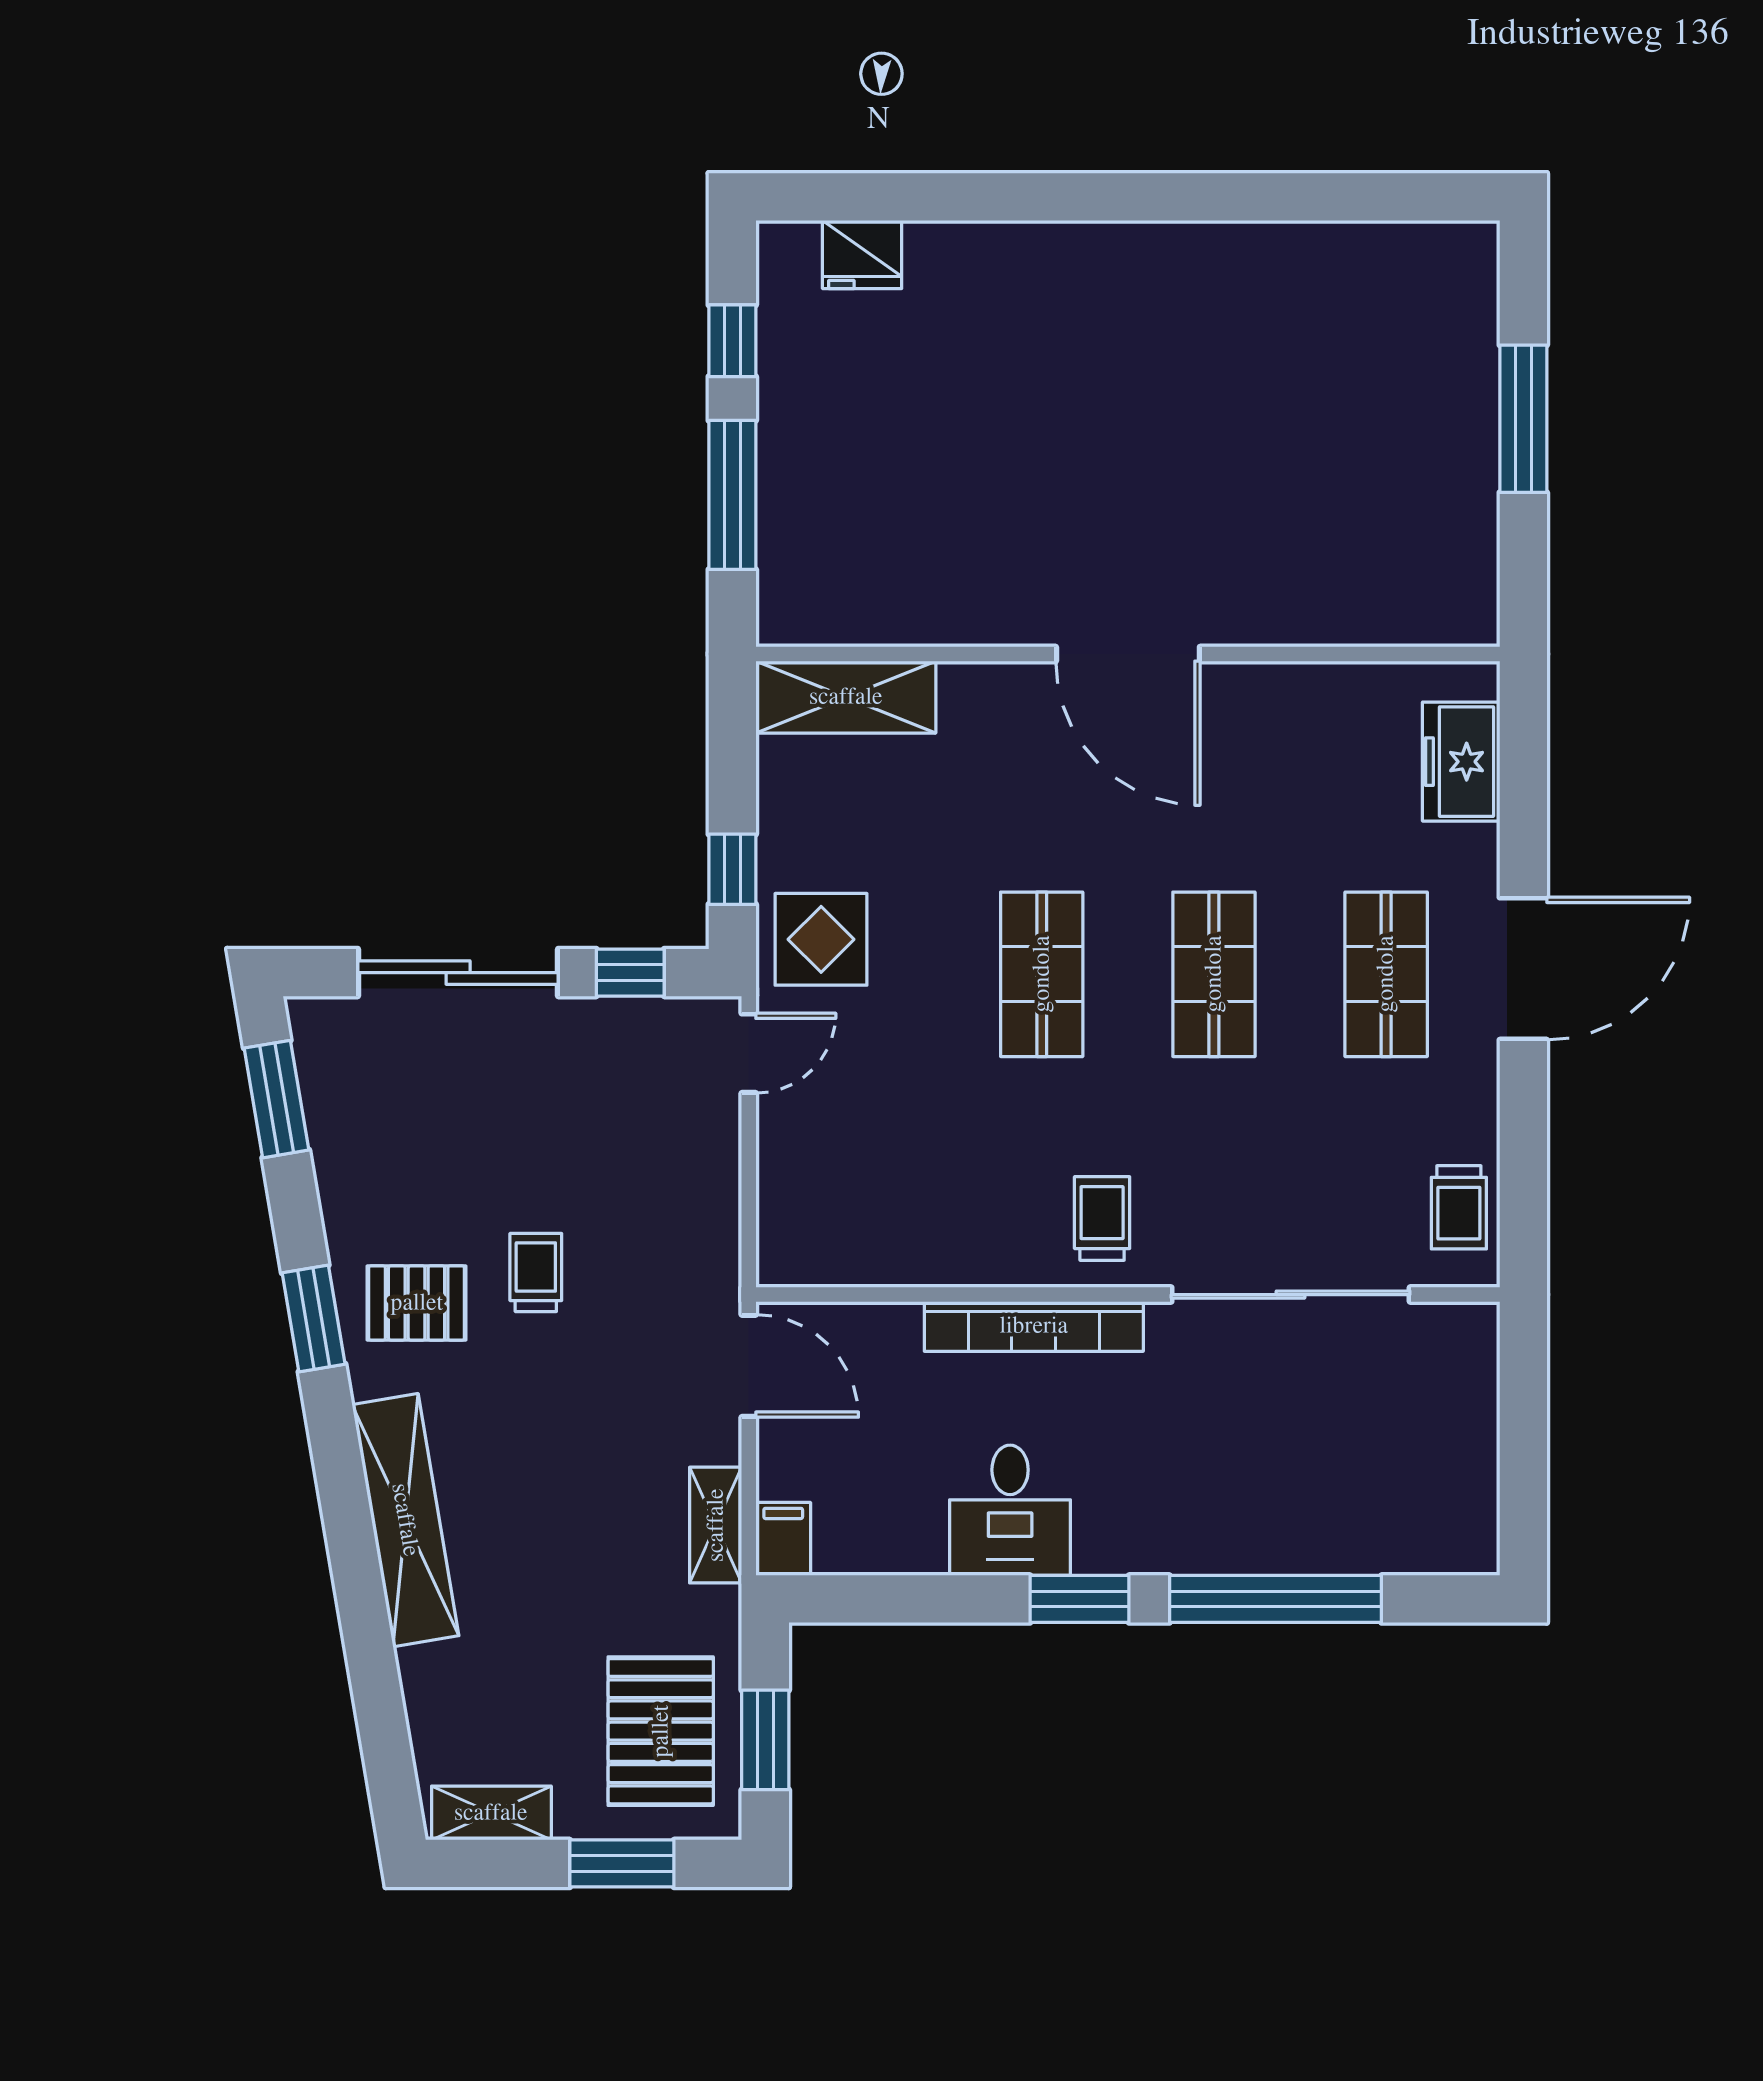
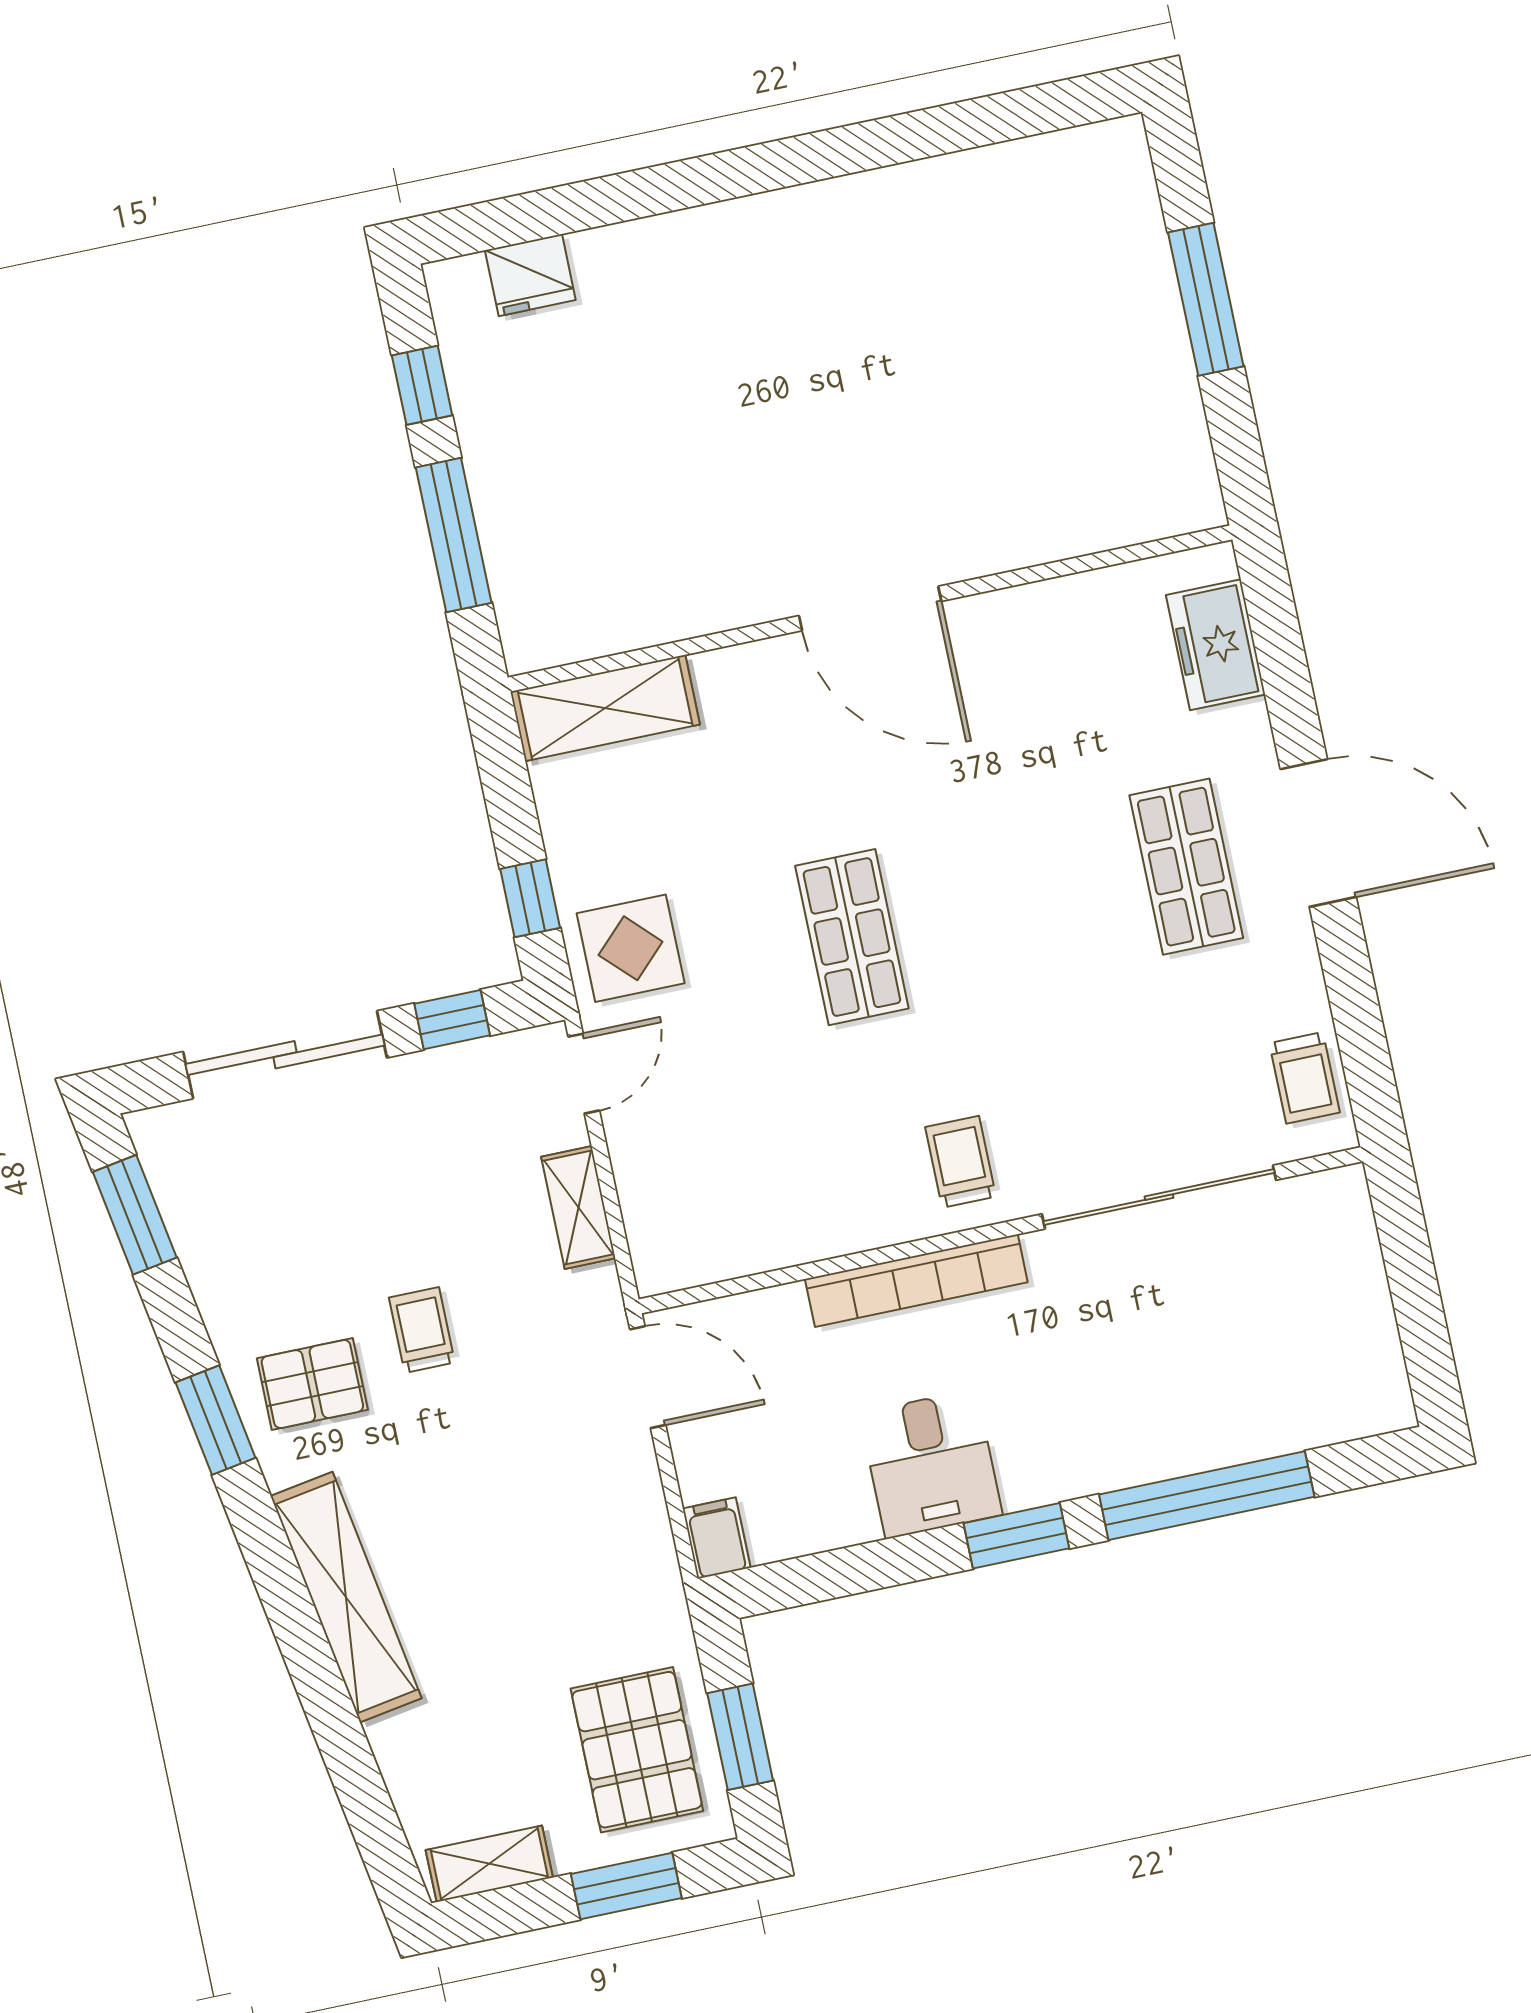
door: (1523, 969) -> (1318, 833), hinge flipped
shop shelf: (1214, 974) -> (1019, 902), removed
shelving: (716, 1525) -> (578, 1207), moved

